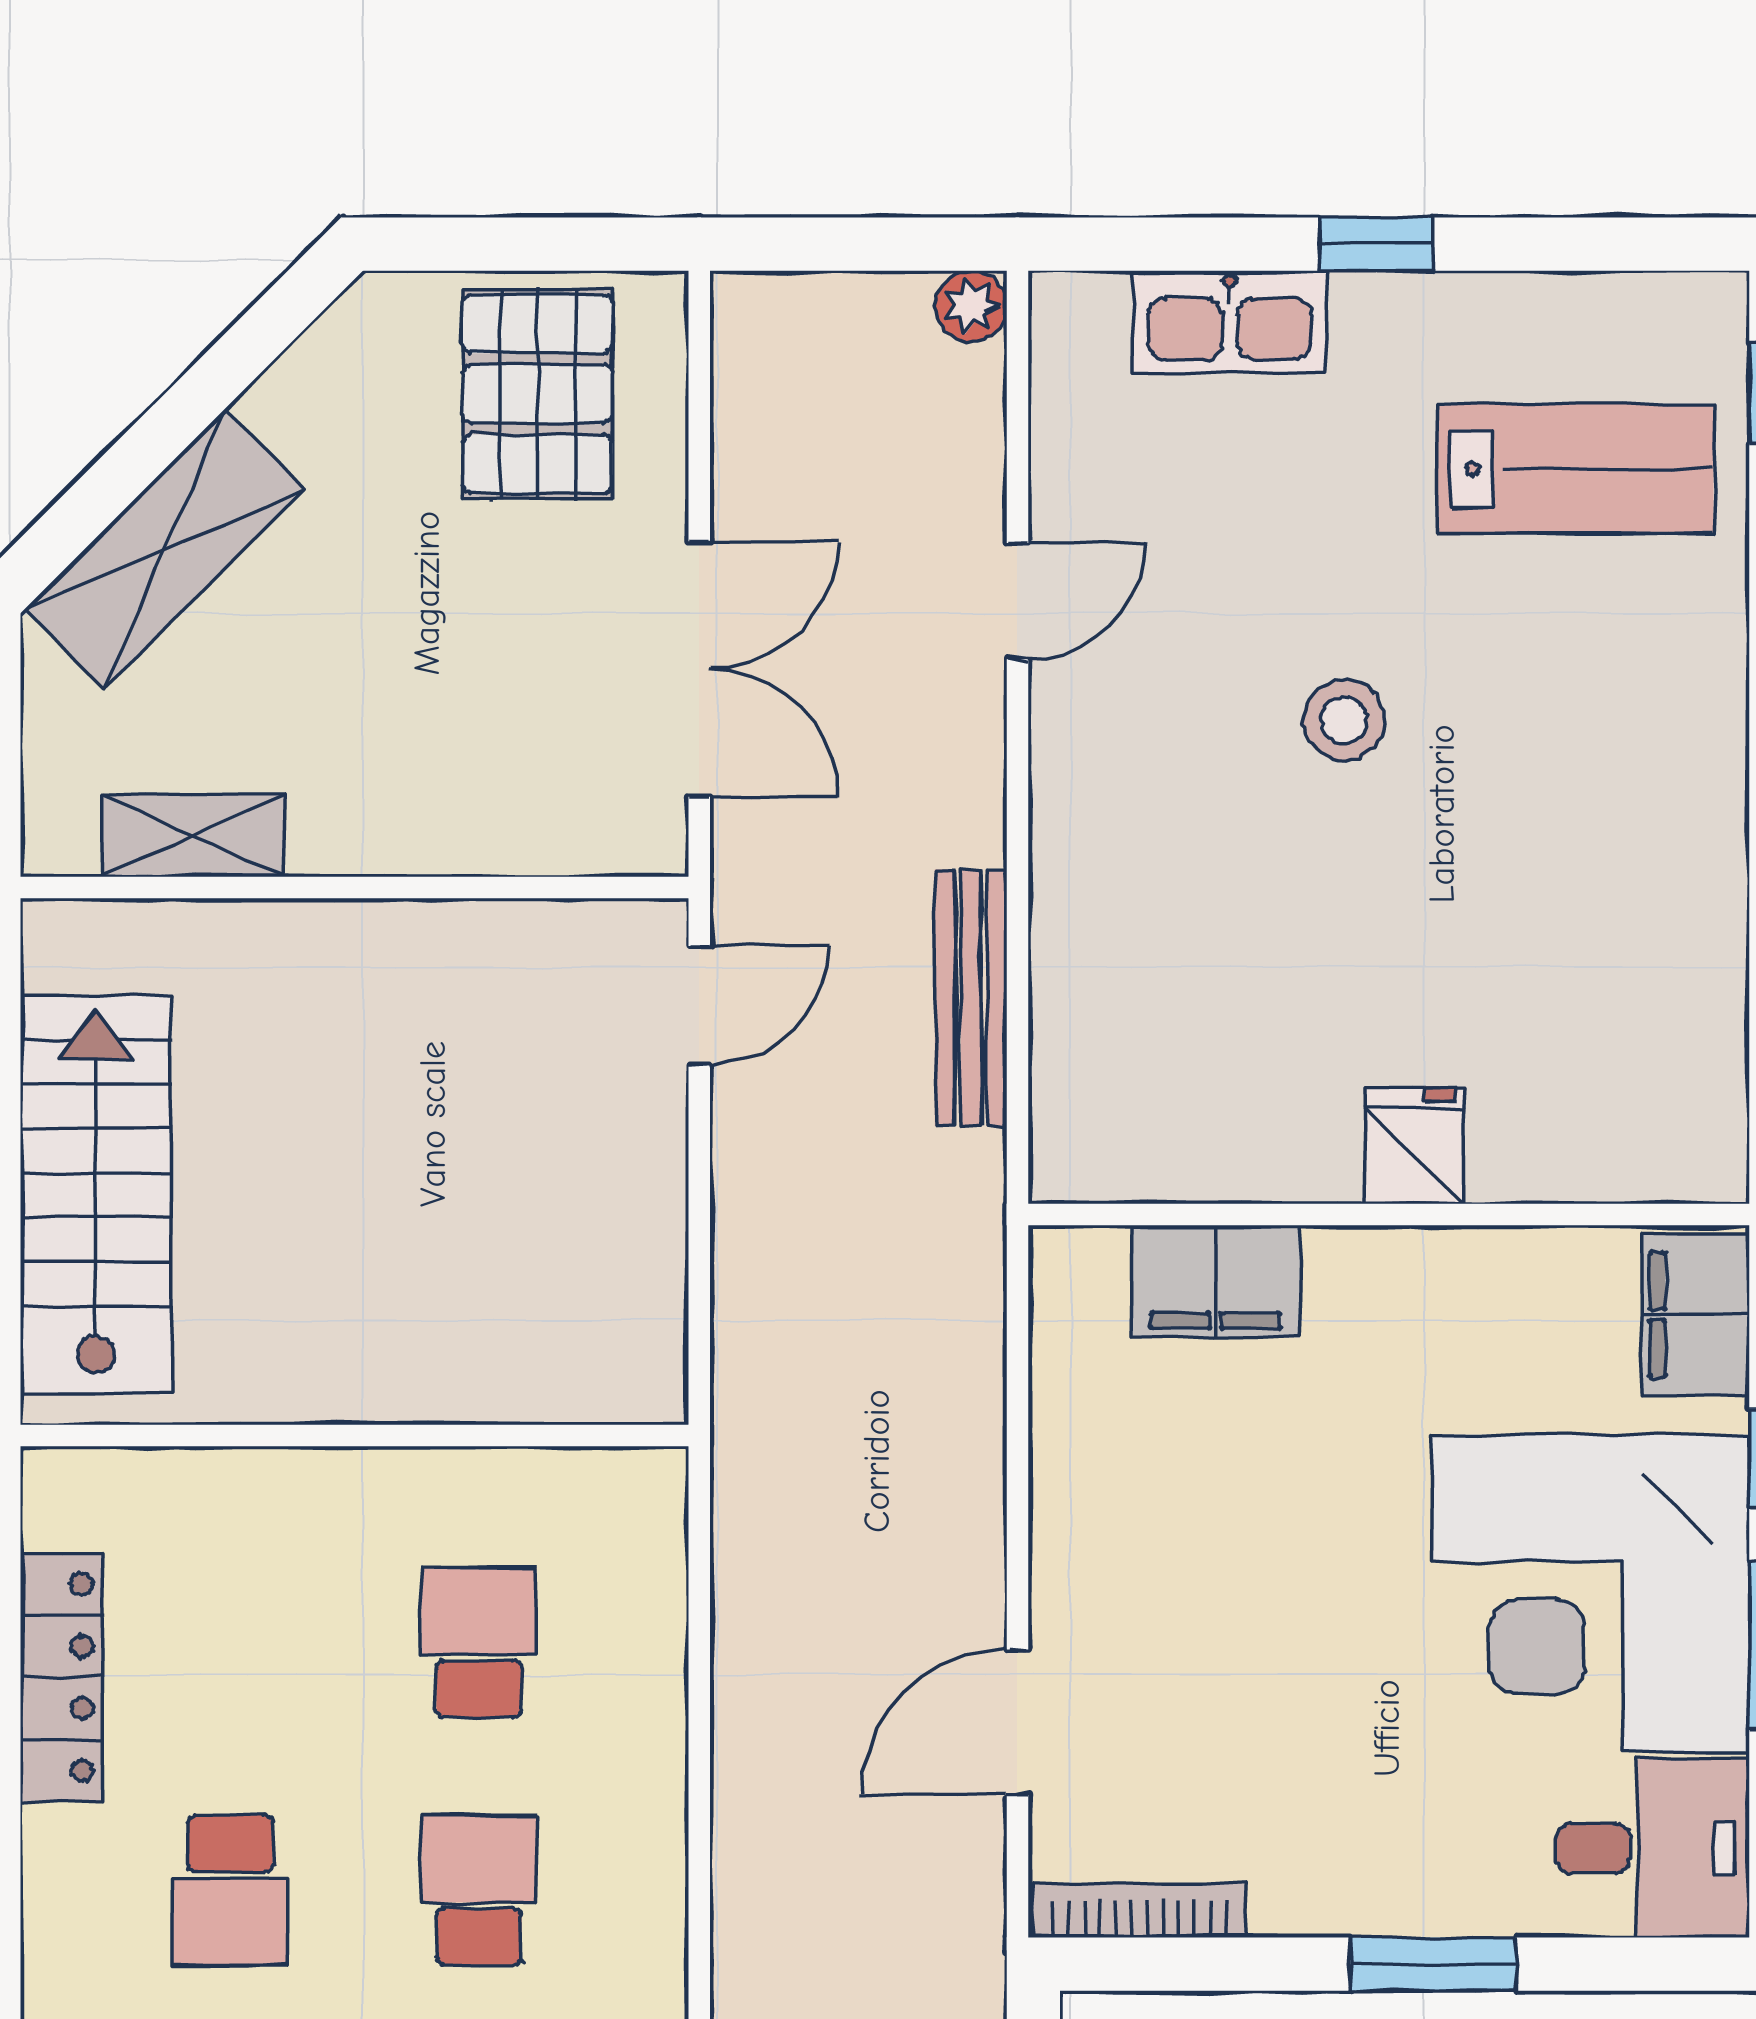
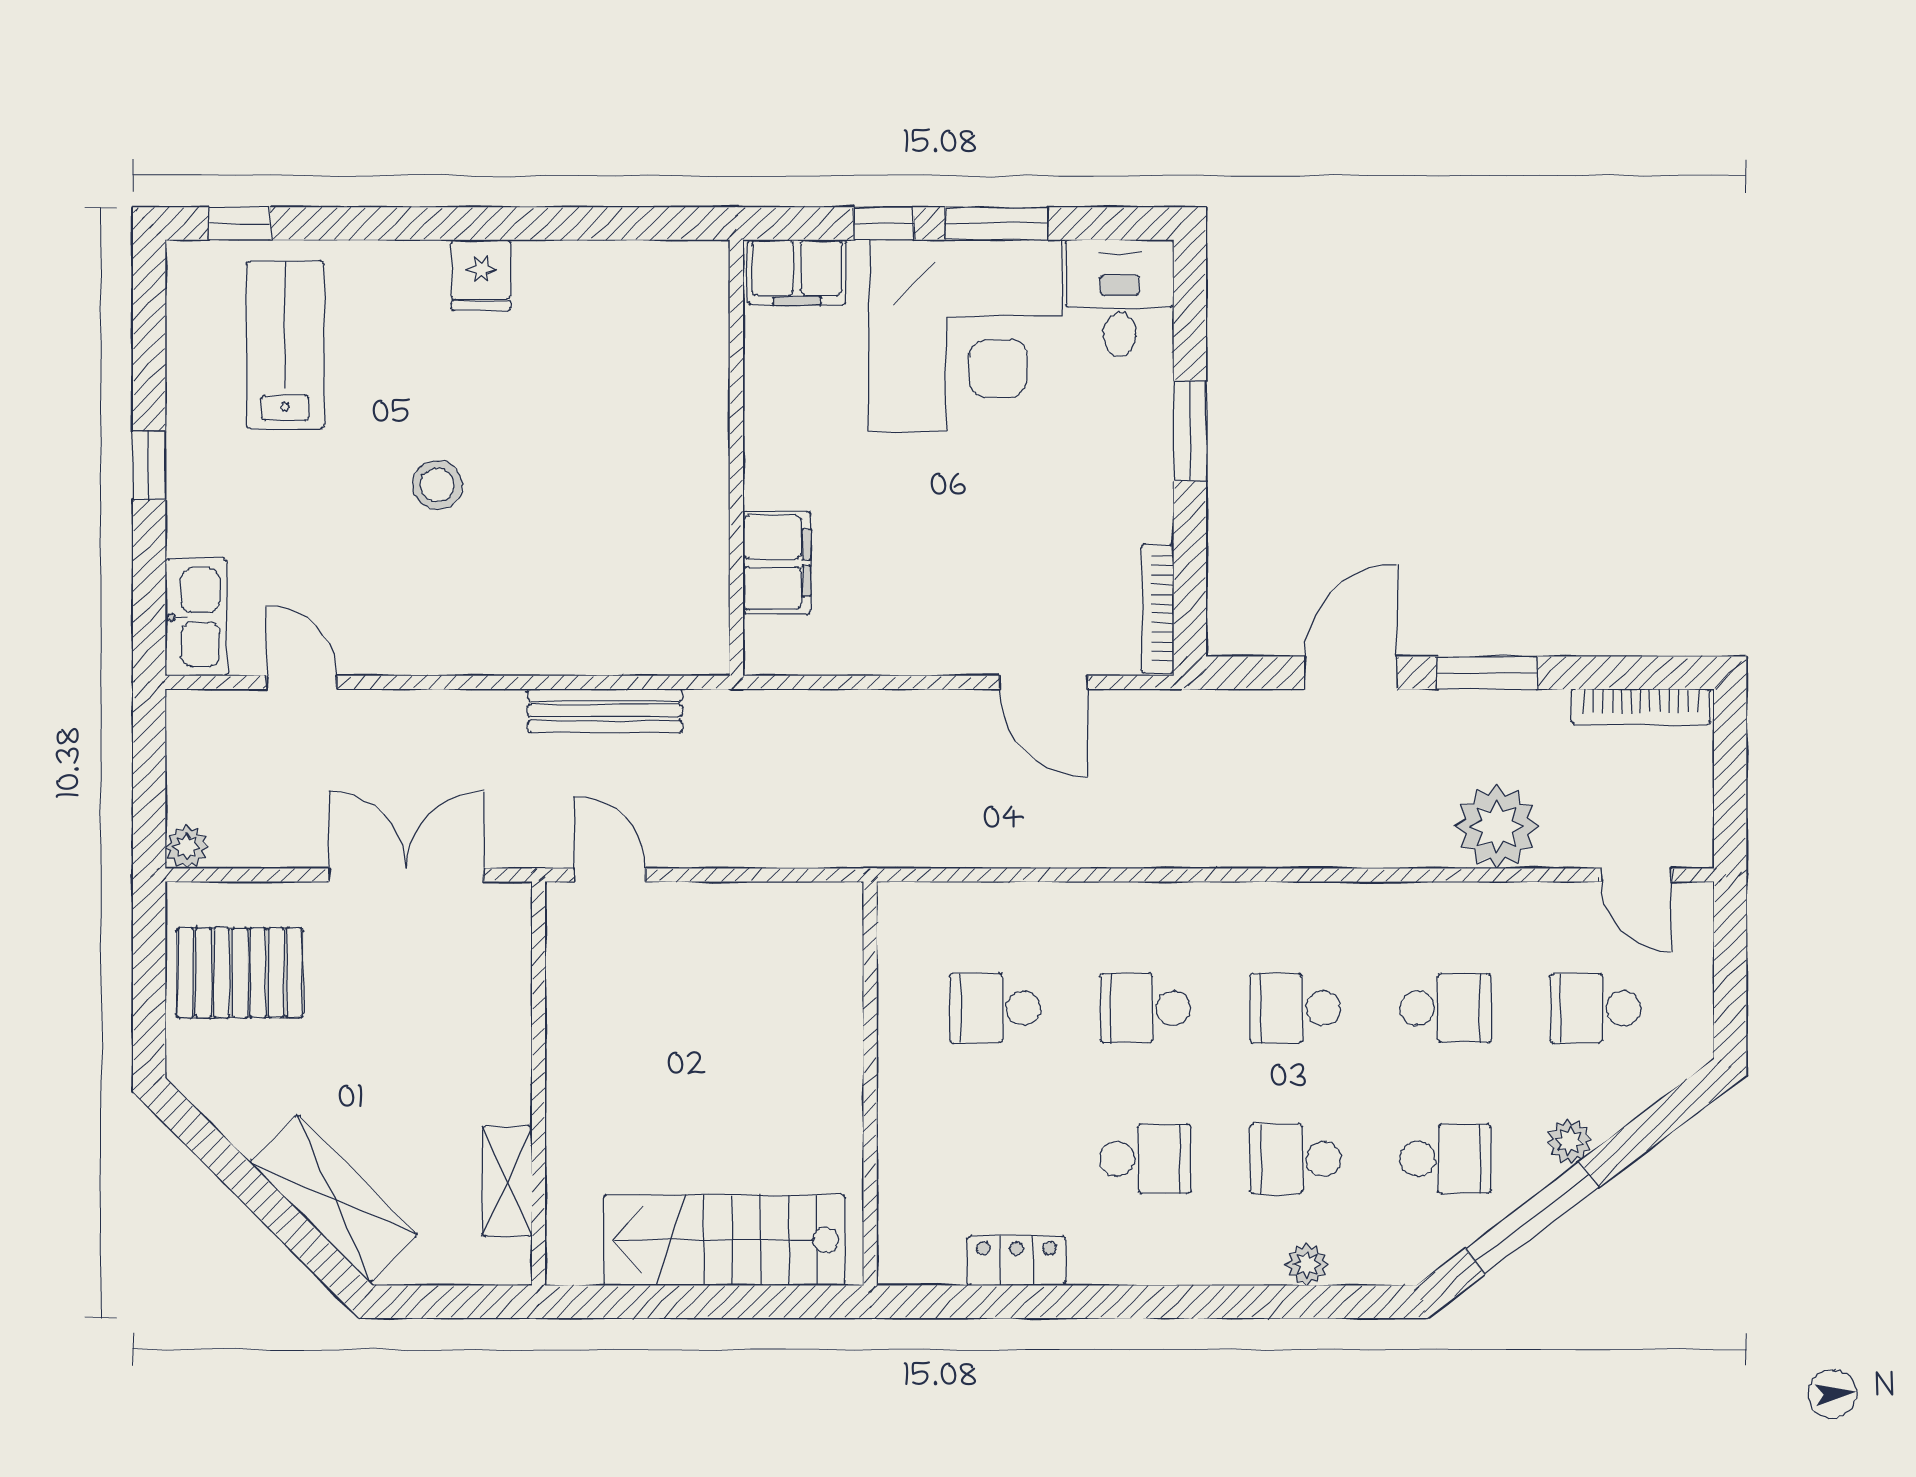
plant: (971, 306) -> (187, 847), moved
kitchen sink: (1230, 322) -> (196, 617), moved
door: (1017, 601) -> (302, 682), moved
fridge: (1414, 1145) -> (481, 275), moved, turned -90
locker: (61, 1677) -> (1016, 1261), width x0.66

